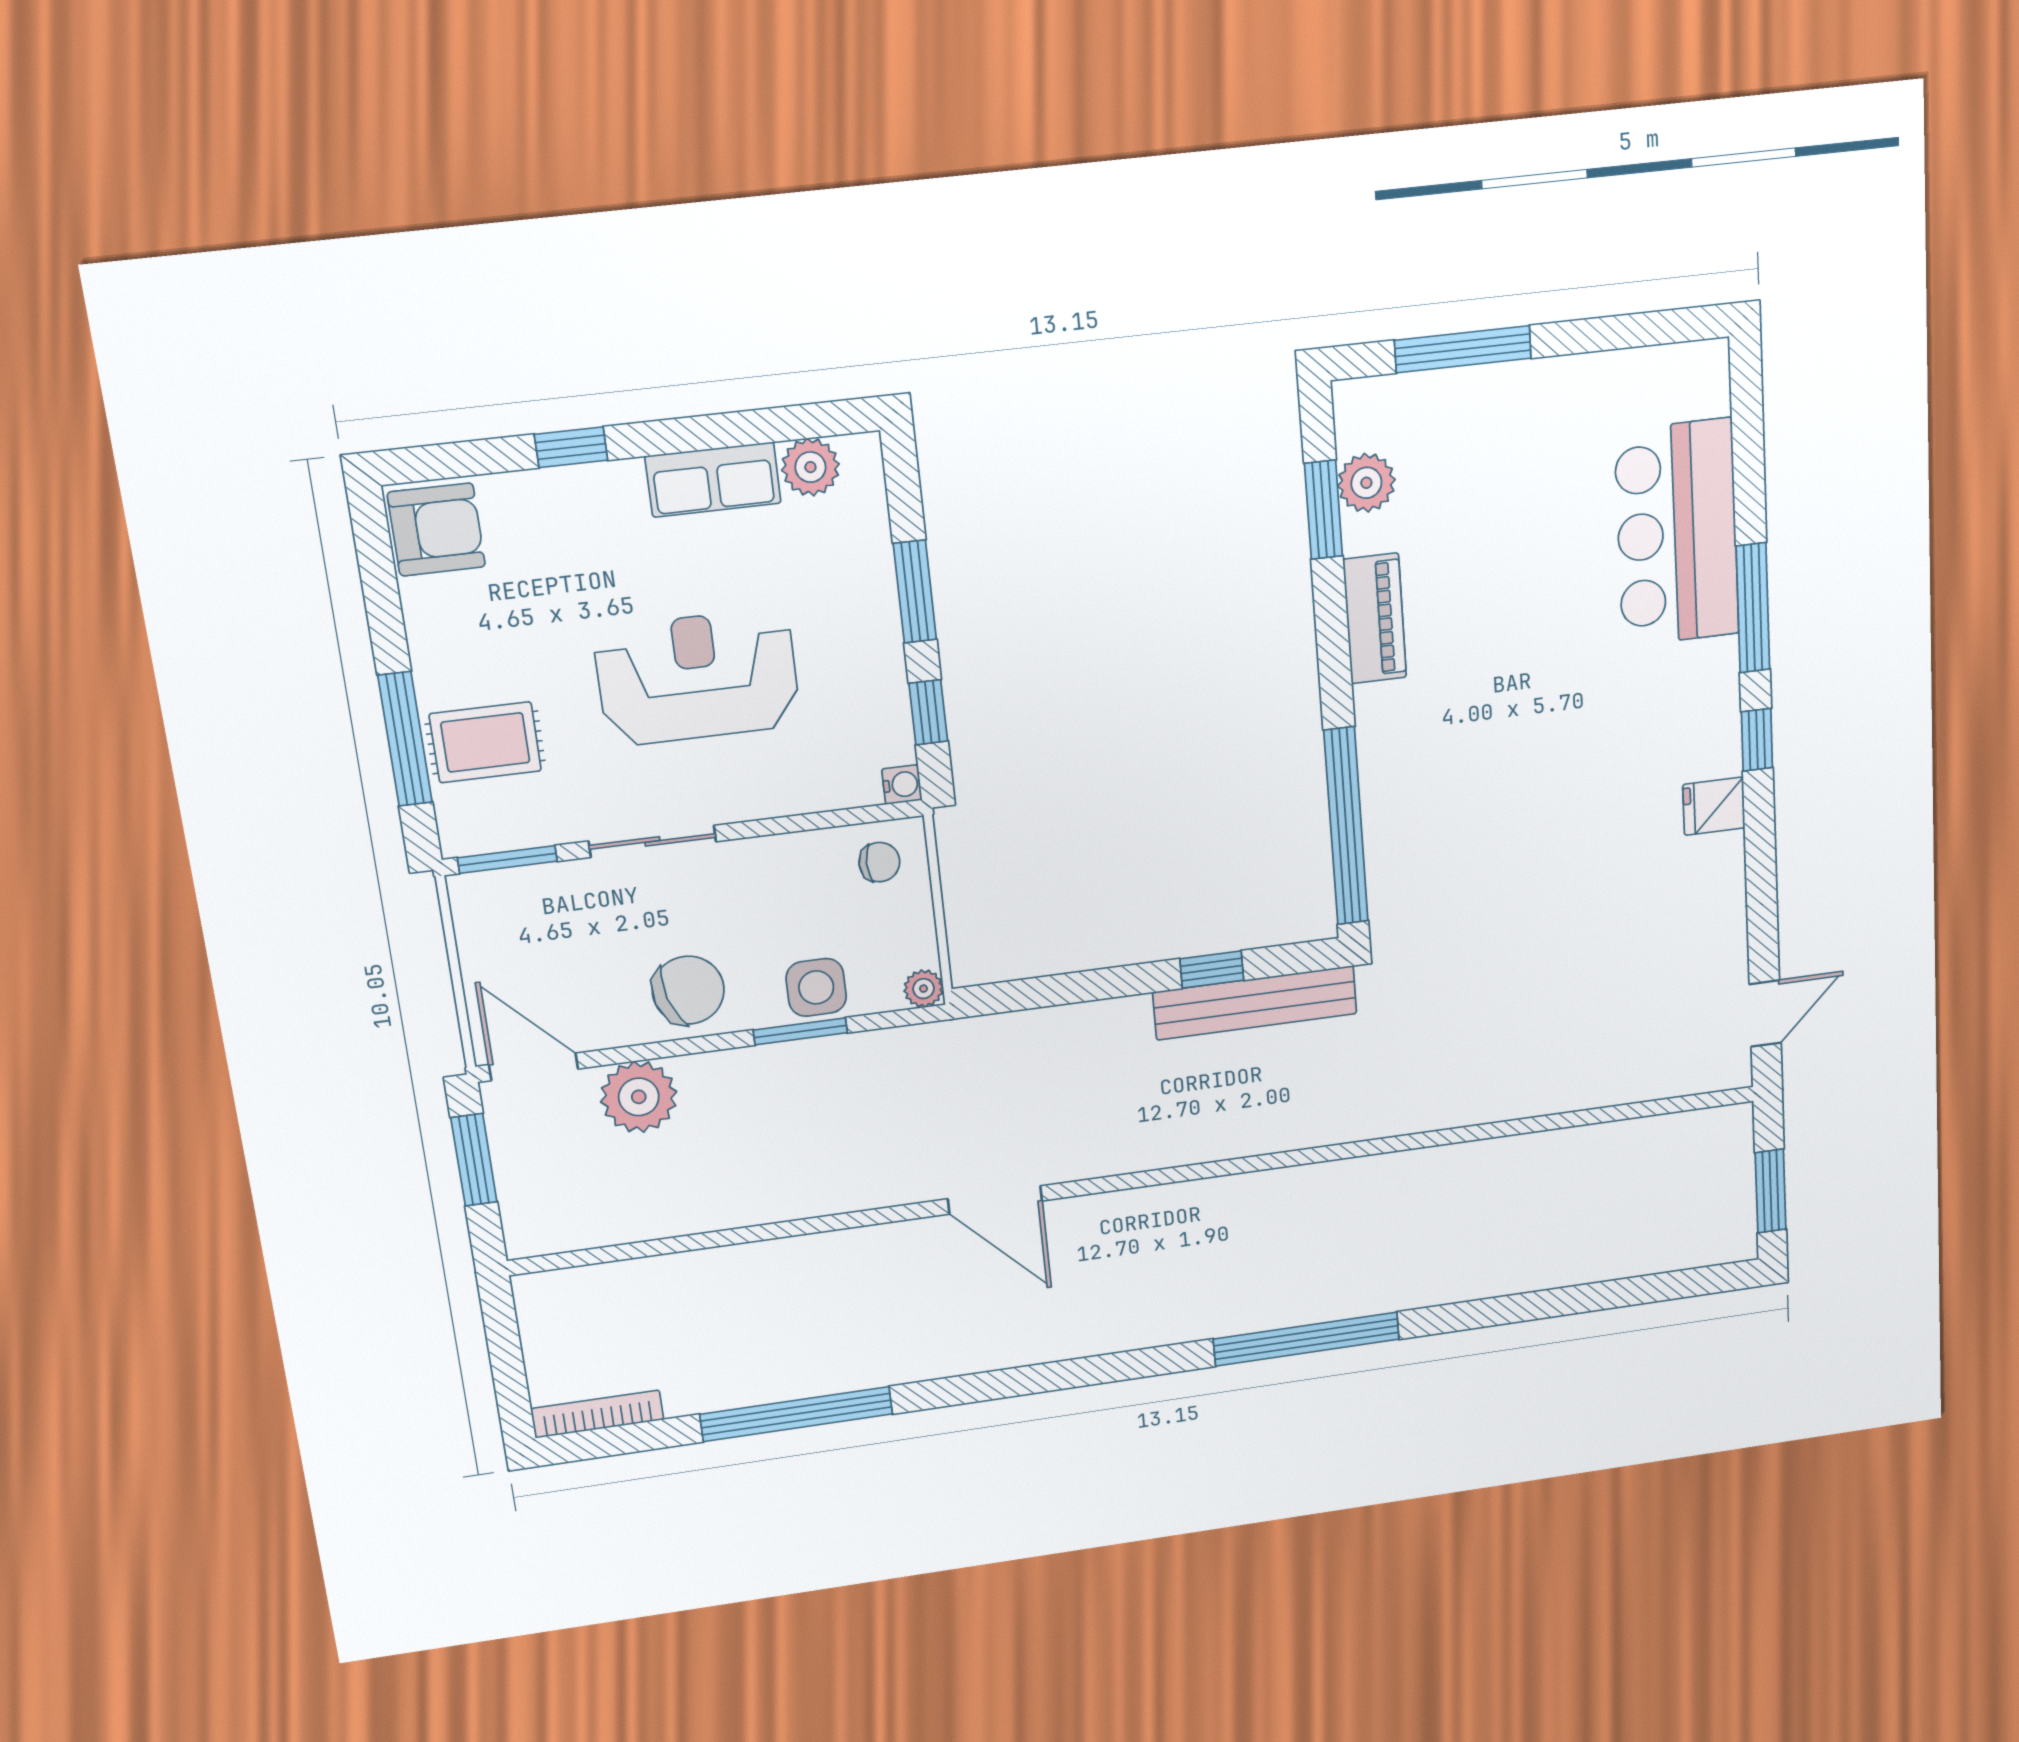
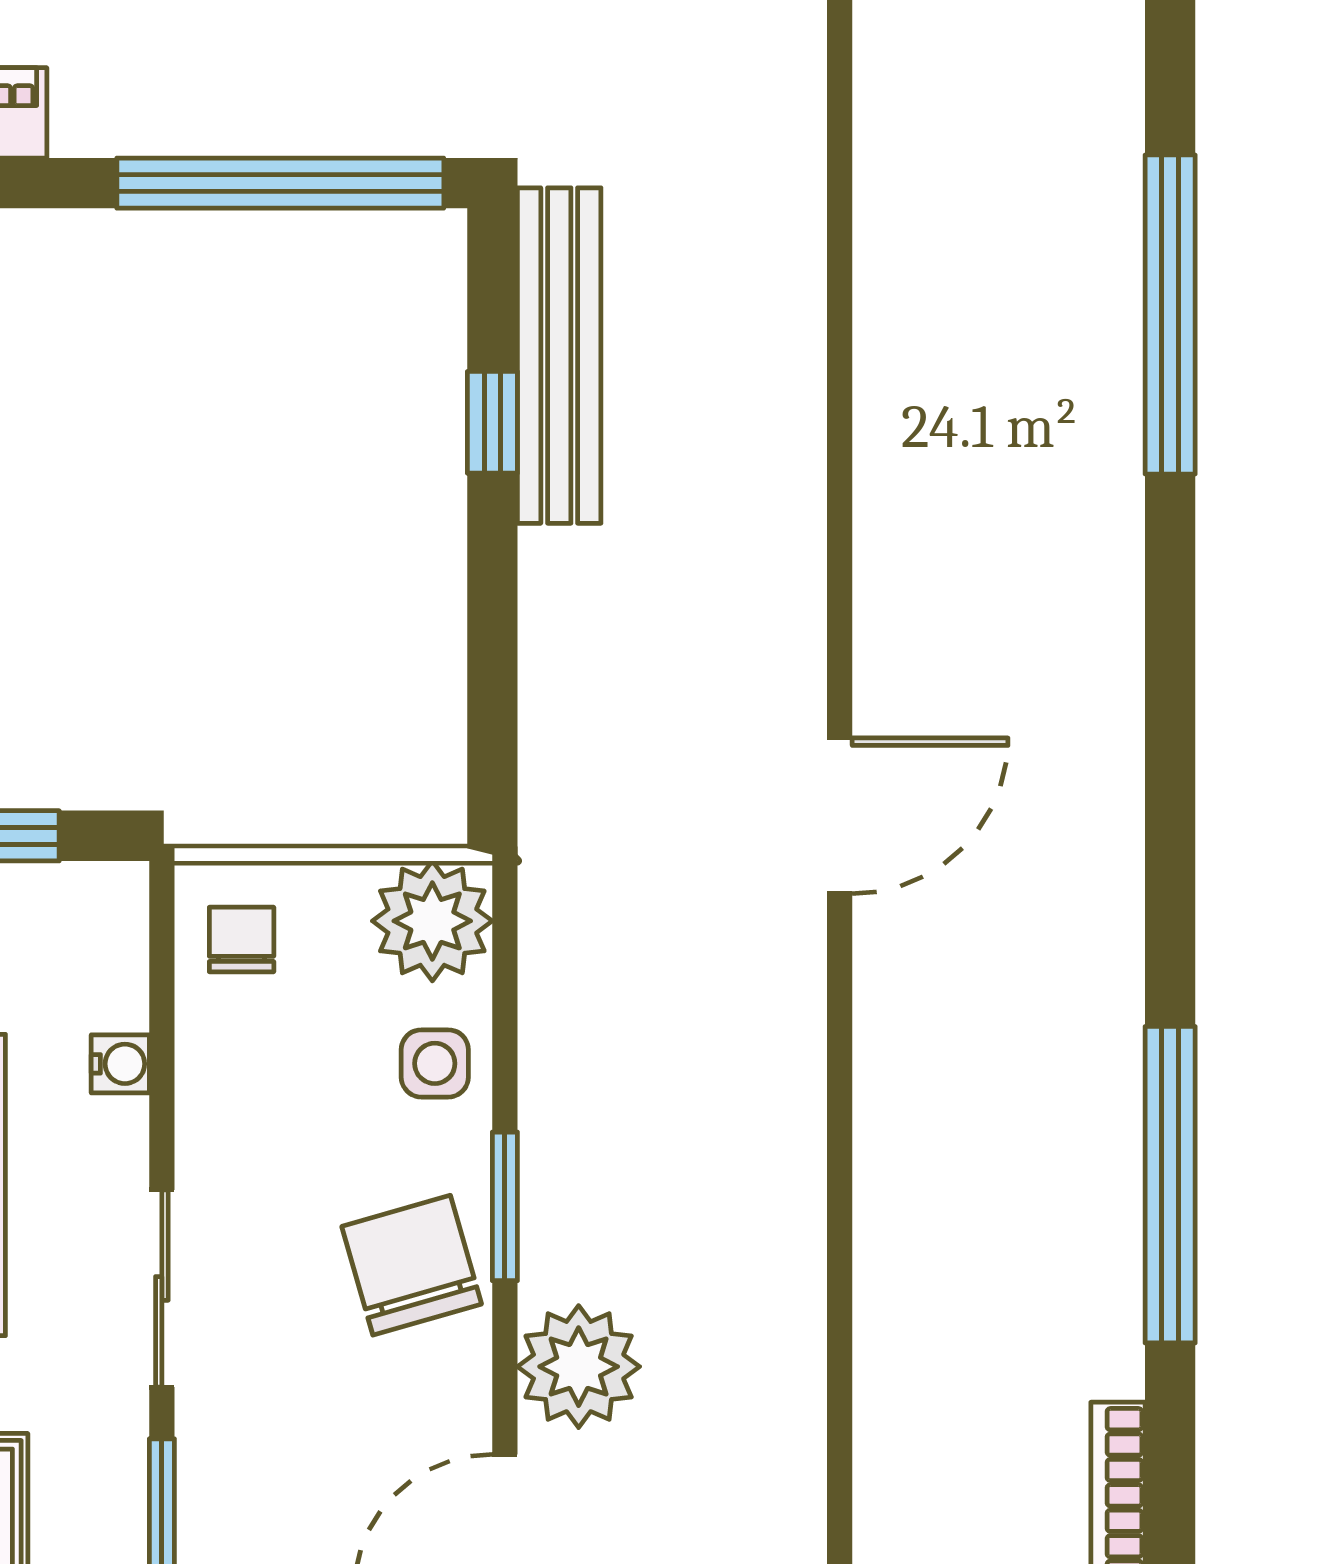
water cooler: (902, 785) -> (120, 1064), moved, turned 90
side table: (816, 987) -> (435, 1063), width x0.73, depth x0.73
plant: (924, 989) -> (432, 921), width x1.87, depth x1.87
window: (800, 1031) -> (505, 1206), moved

